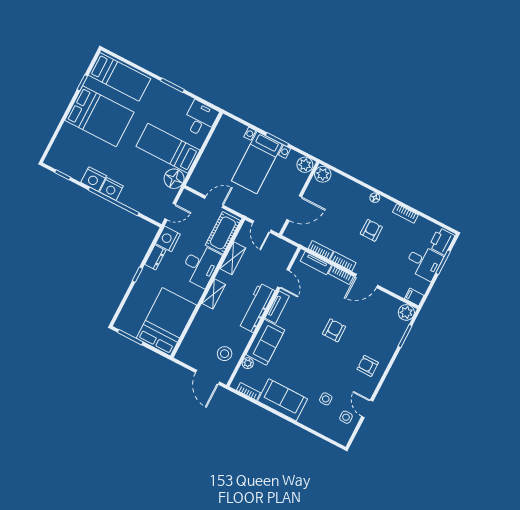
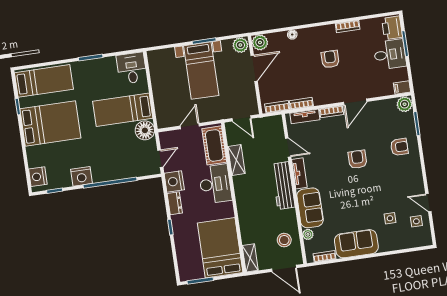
nightstand: (111, 189) -> (38, 177), moved, turned 90
floor lamp: (375, 198) -> (292, 35), moved
door: (294, 208) -> (254, 68), moved
bookcase: (343, 261) -> (277, 107), moved
shelving: (214, 294) -> (250, 258), moved
armchair: (368, 366) -> (399, 147), moved, turned 180

